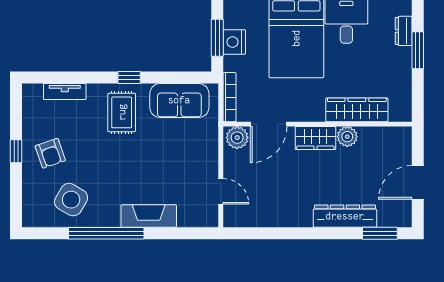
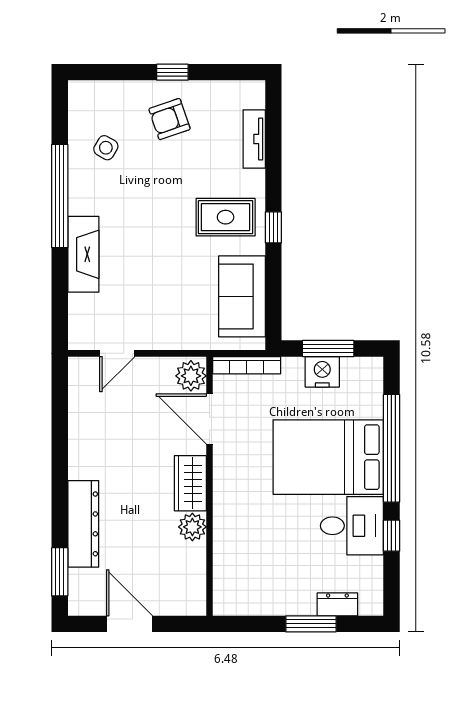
wardrobe: (357, 110) -> (229, 540), removed
side table: (71, 200) -> (106, 148), width x0.54, depth x0.54

